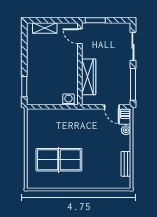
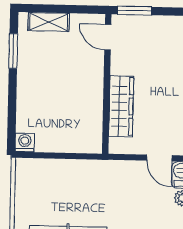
window: (24, 87) -> (13, 51), moved
washing machine: (68, 99) -> (25, 142), moved

